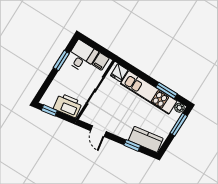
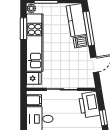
dishwasher: (125, 132) -> (81, 42), added
window: (132, 145) -> (89, 28), width x2.17

